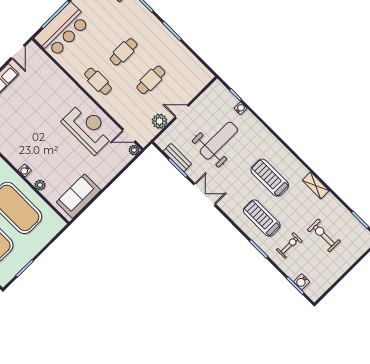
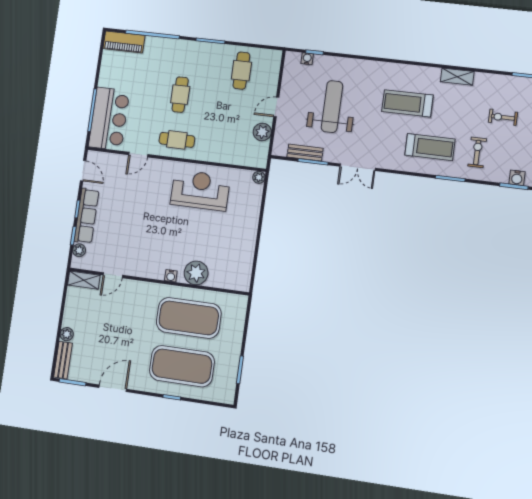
cafe table: (151, 80) -> (241, 71), moved
water cooler: (240, 108) -> (307, 59), moved
door: (129, 136) -> (138, 155), moved
plant: (40, 185) -> (196, 273), width x1.88, depth x1.88
double door: (204, 194) -> (358, 167), swing flipped
sofa: (79, 196) -> (239, 261), removed
treadmill: (262, 218) -> (430, 147), turned 180
exercise bike: (324, 235) -> (503, 117), width x0.73, depth x0.72

